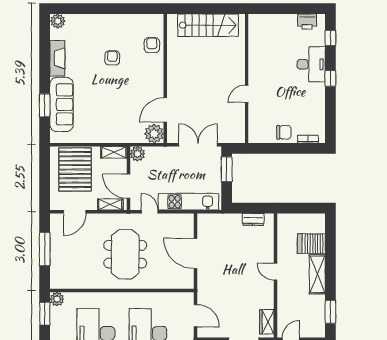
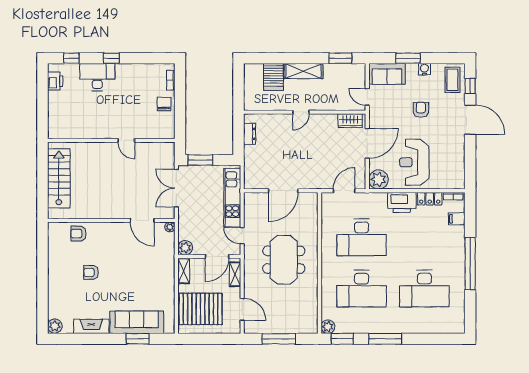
plant: (154, 134) -> (170, 227), width x0.53, depth x0.53
door: (150, 212) -> (242, 236), hinge flipped
meeting table: (125, 254) -> (284, 260), turned 90

